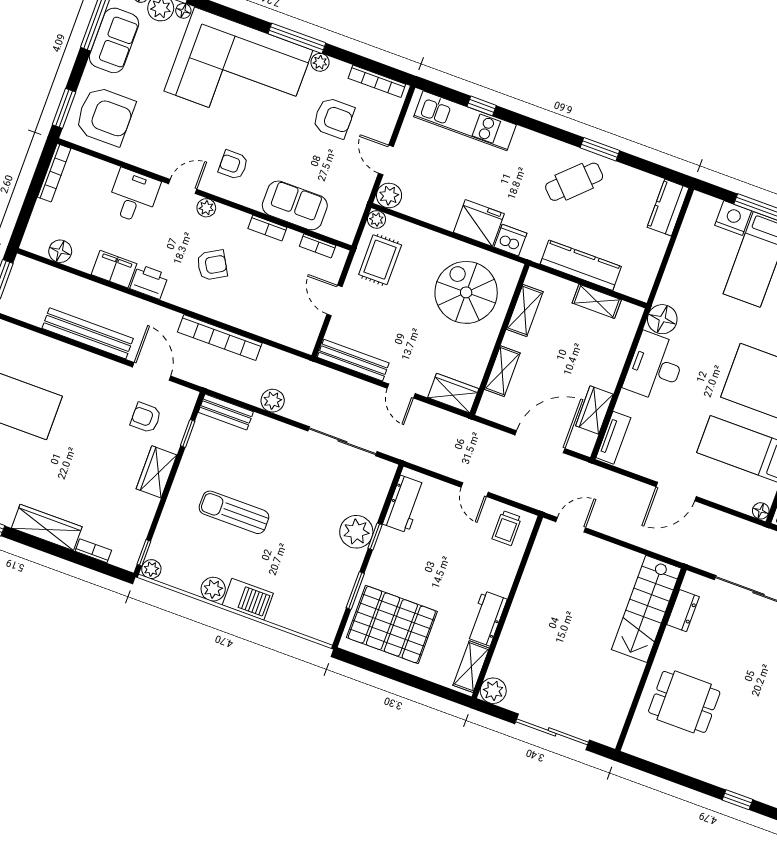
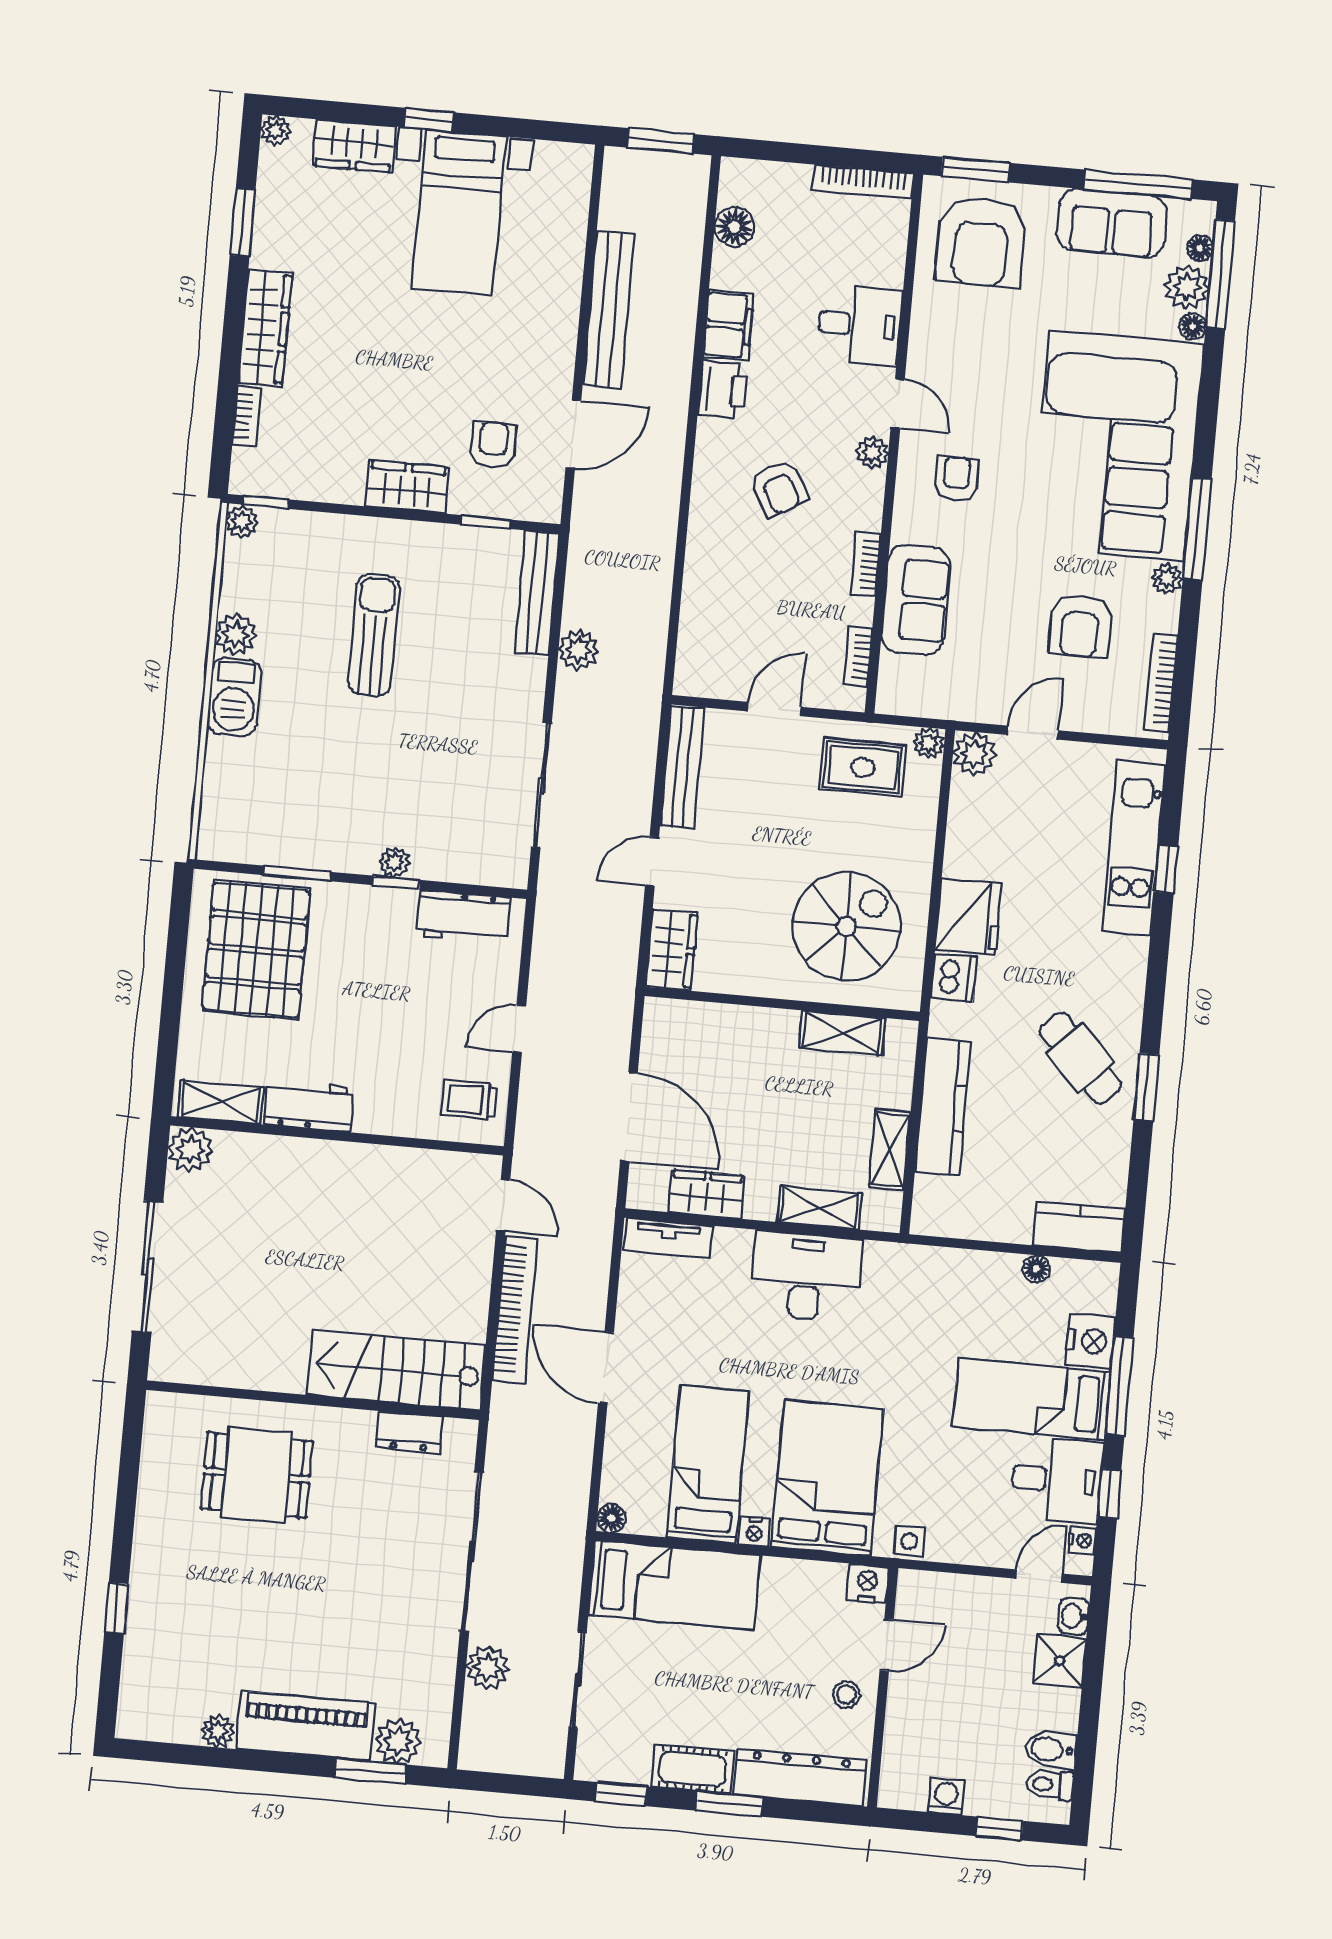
floor lamp: (662, 319) -> (1036, 1269), moved, width x0.53, depth x0.53
bookcase: (220, 337) -> (515, 1309), moved, turned 180
shelving: (502, 371) -> (820, 1208), moved
bench: (226, 412) -> (537, 593), width x1.36
plant: (356, 532) -> (395, 862), width x0.53, depth x0.53
dining table: (684, 702) -> (257, 1475), turned 90

